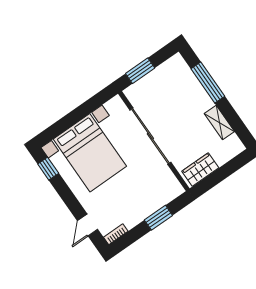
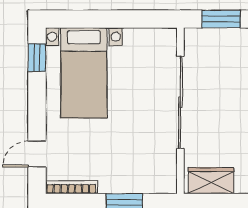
bed with nightstands: (90, 153) -> (84, 73), width x0.73
bookcase: (116, 234) -> (71, 187), width x1.56

